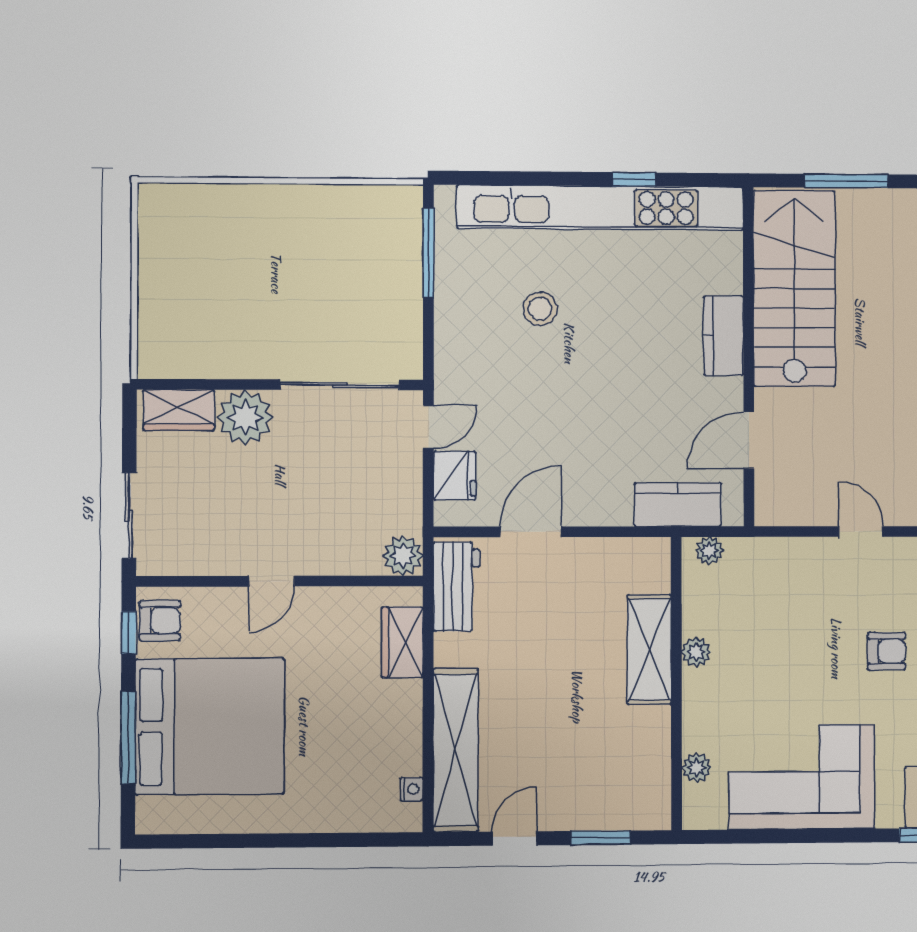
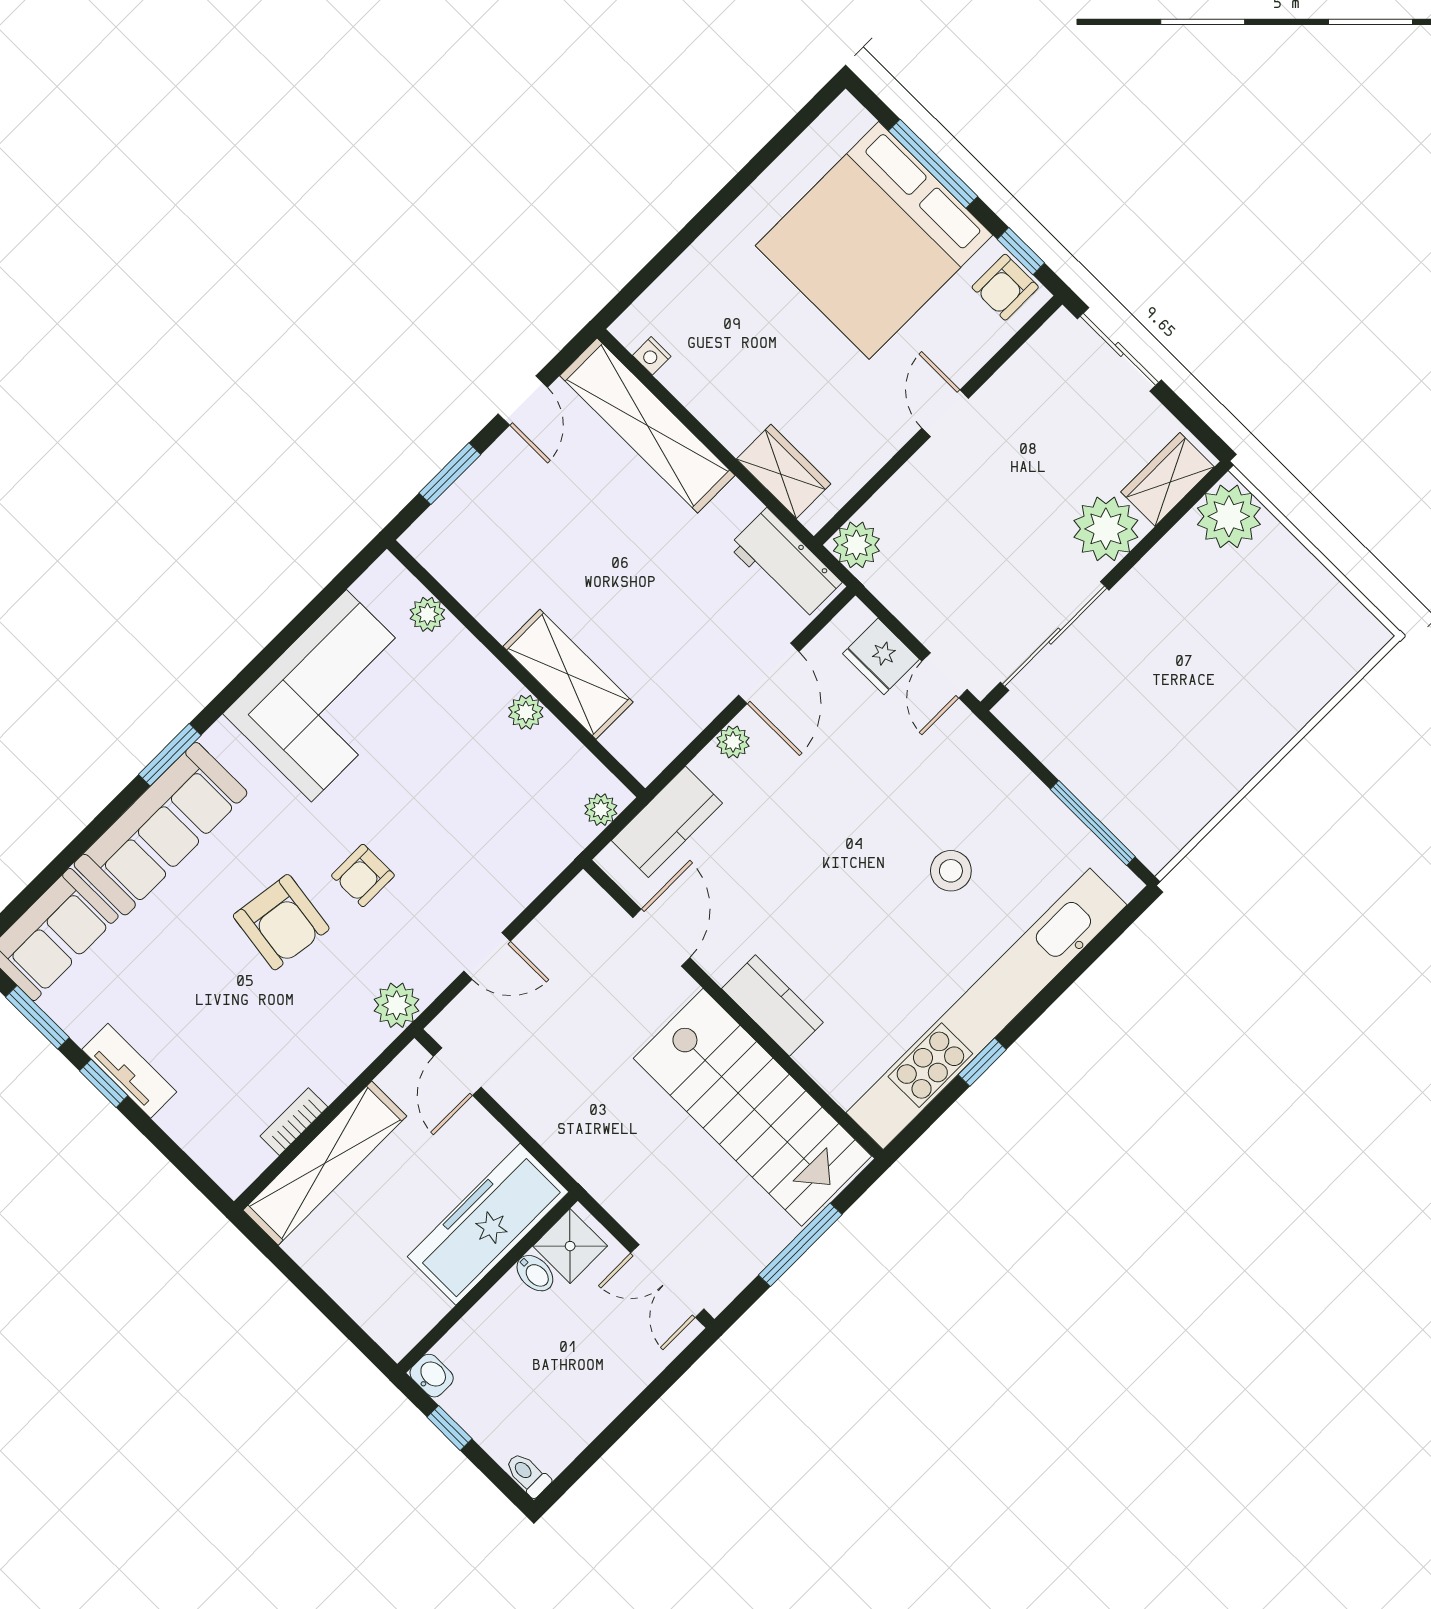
plant: (164, 352) -> (1229, 516), added
plant: (592, 513) -> (733, 742), added

